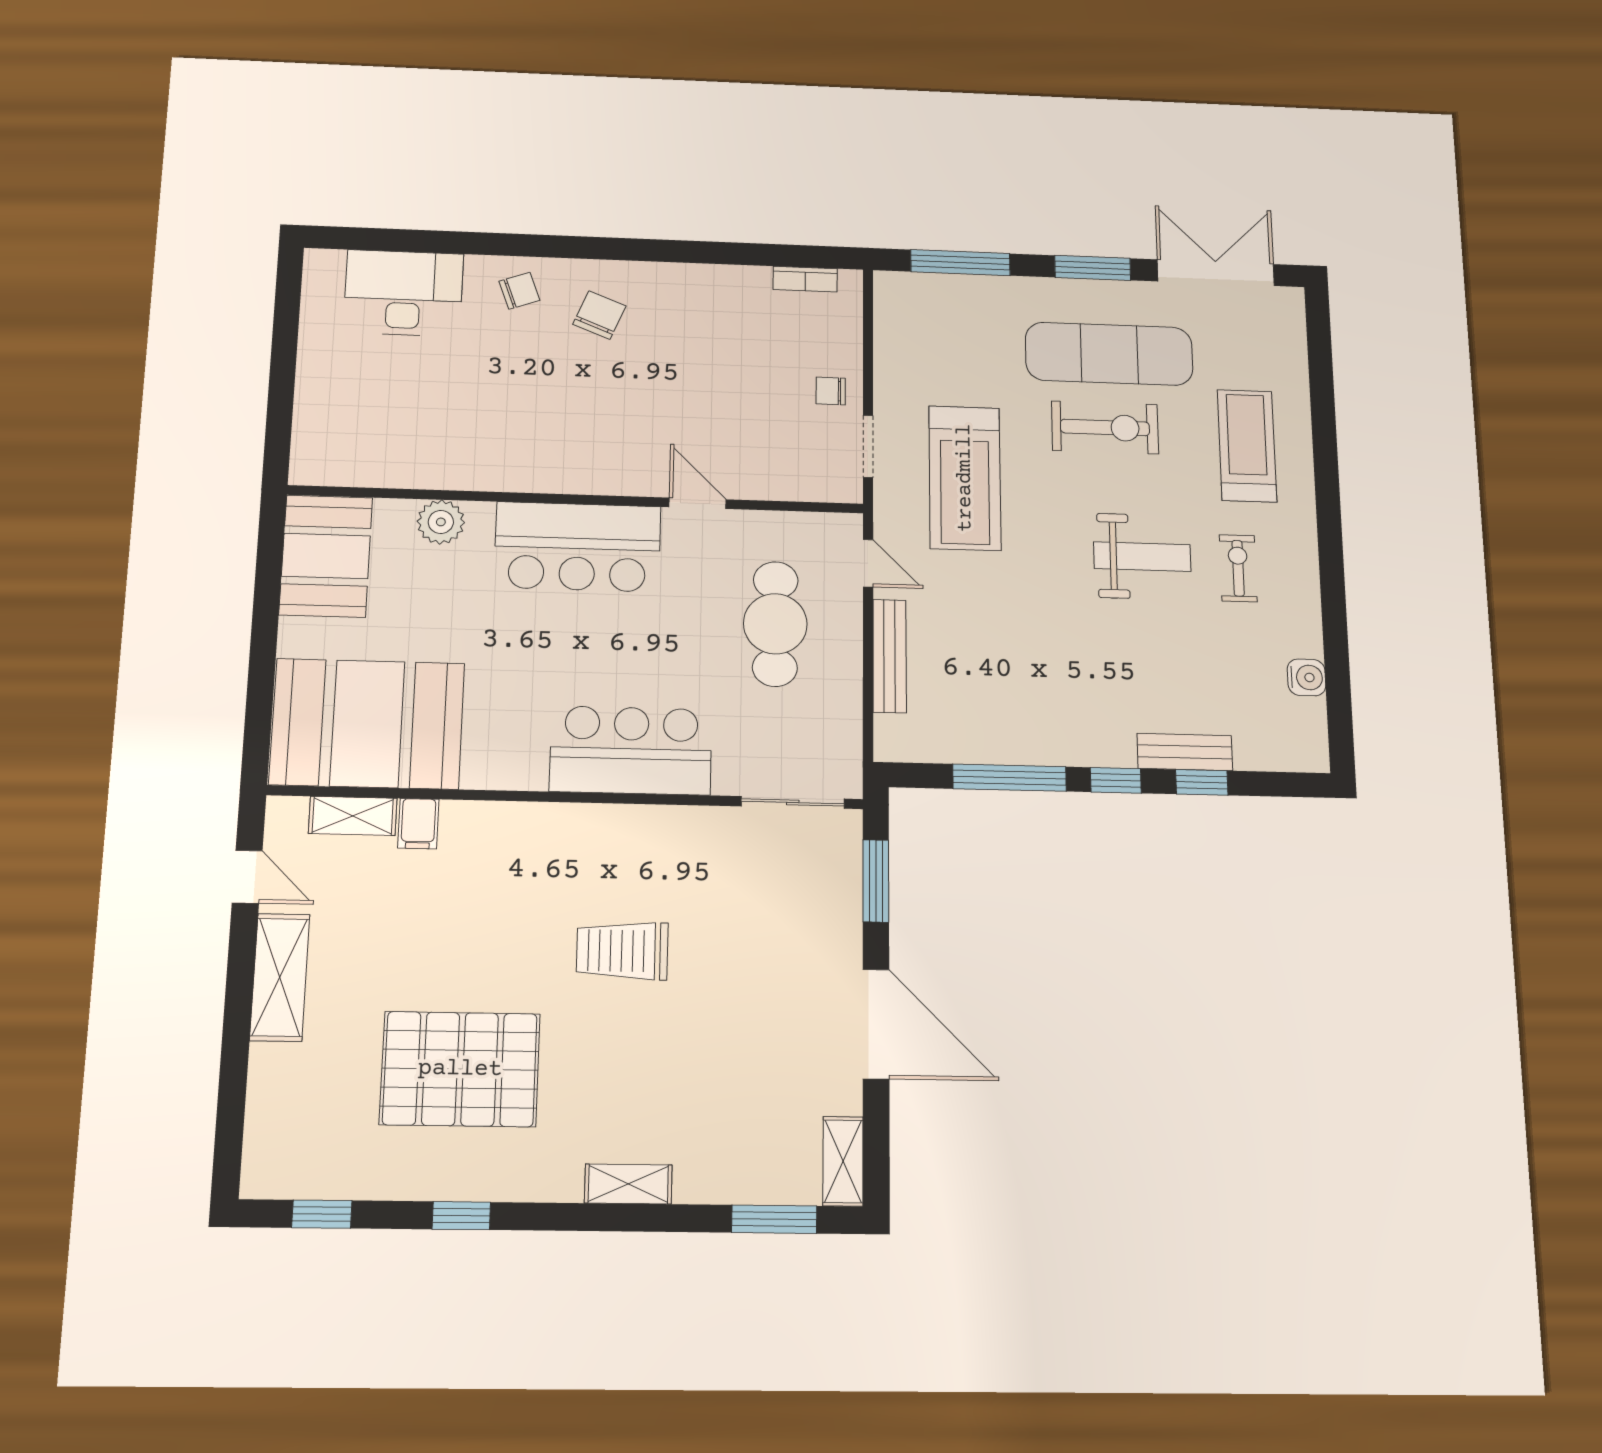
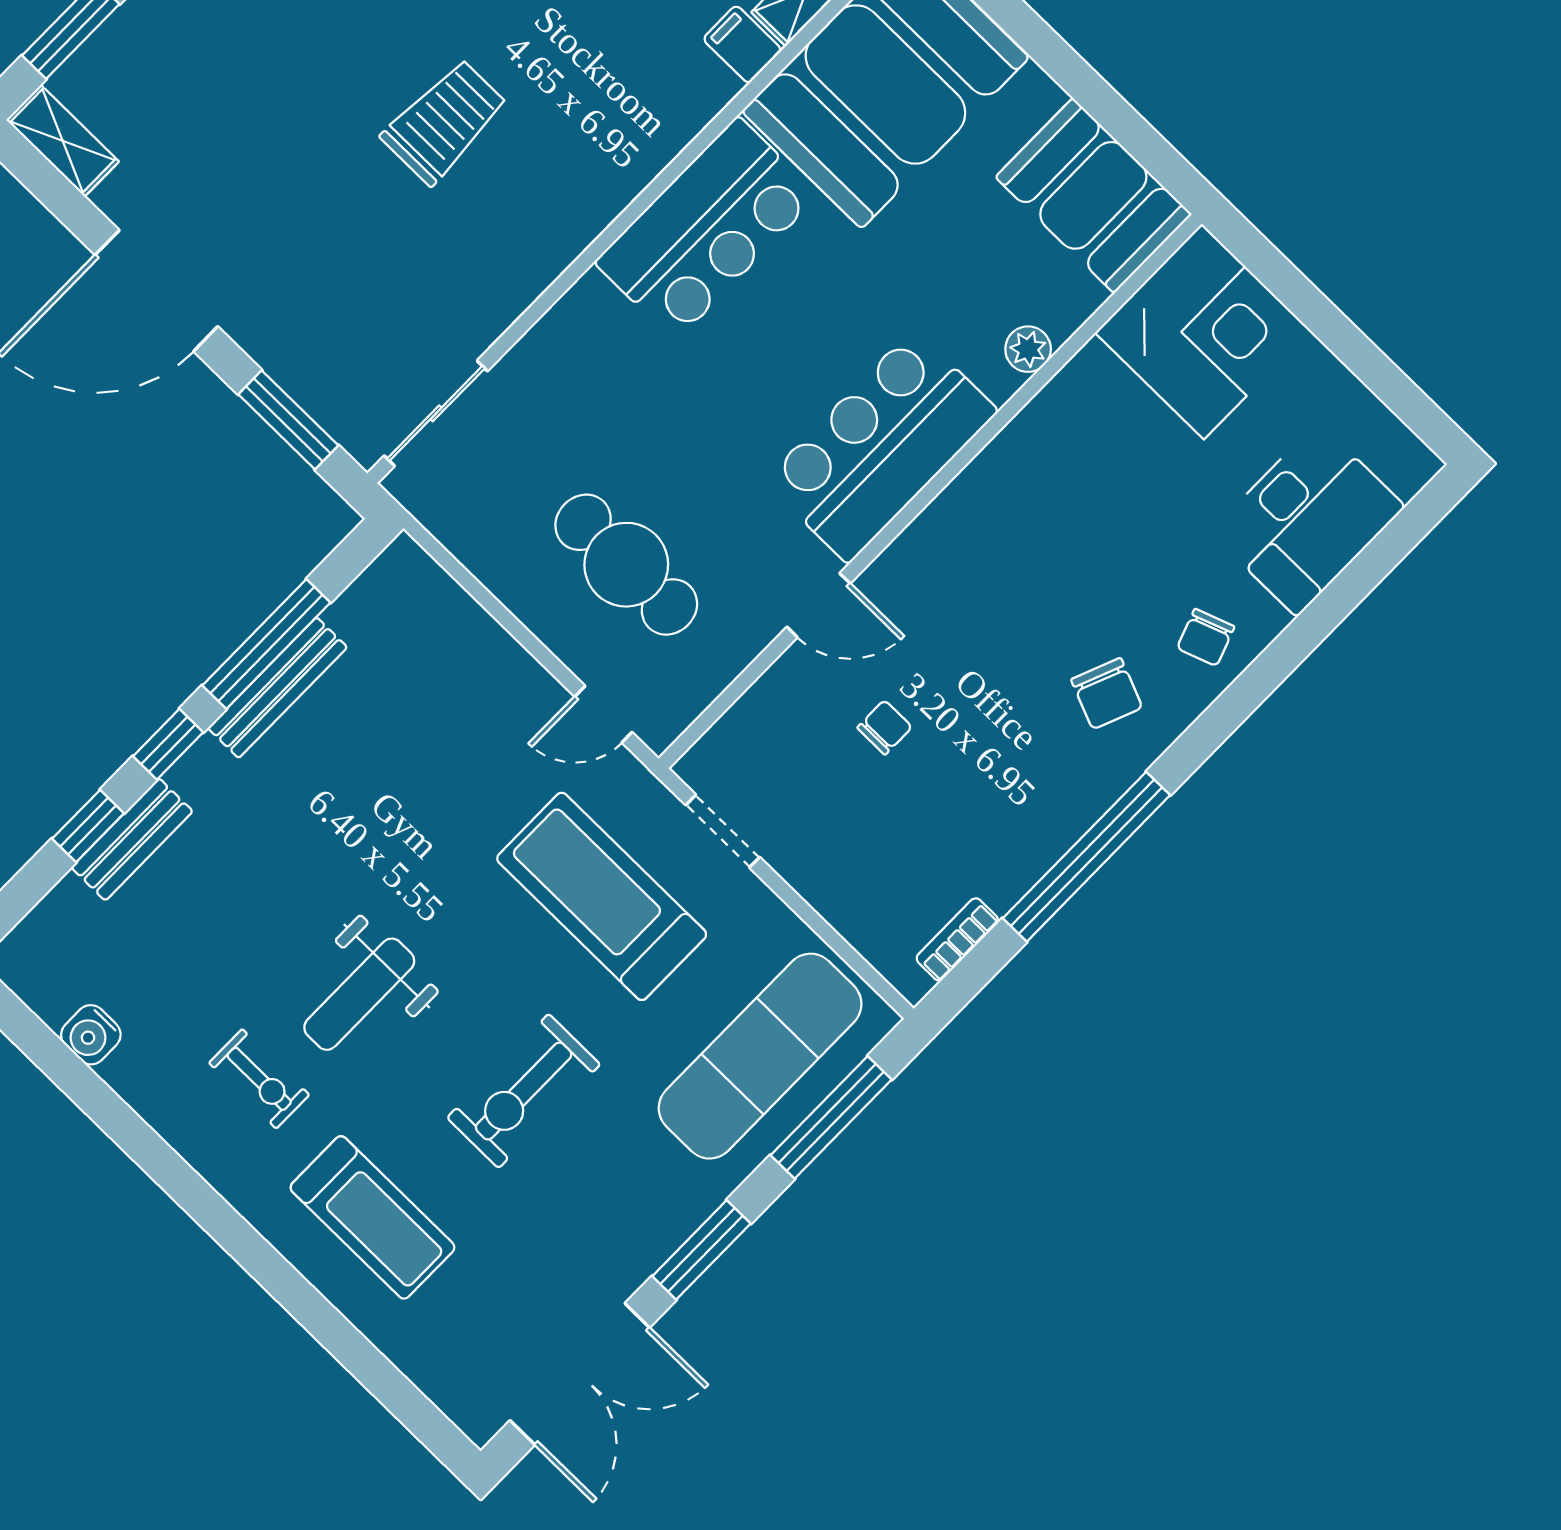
window: (697, 252) -> (1086, 857), added
exercise mat: (1109, 354) -> (760, 1056), moved
chair: (831, 391) -> (885, 727), moved
corner desk: (349, 433) -> (1203, 332), added
plant: (441, 522) -> (1028, 349), width x0.73, depth x0.73
bench: (890, 656) -> (278, 688), moved, turned 90
bar counter: (631, 750) -> (707, 229), moved

